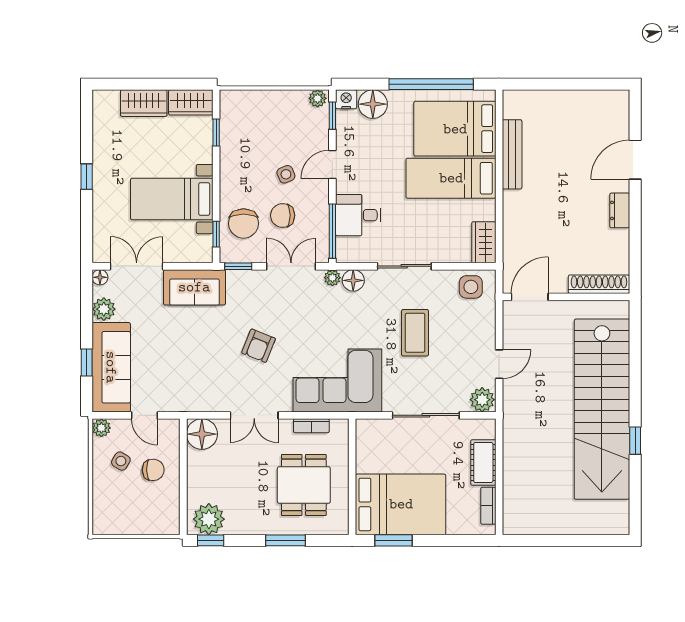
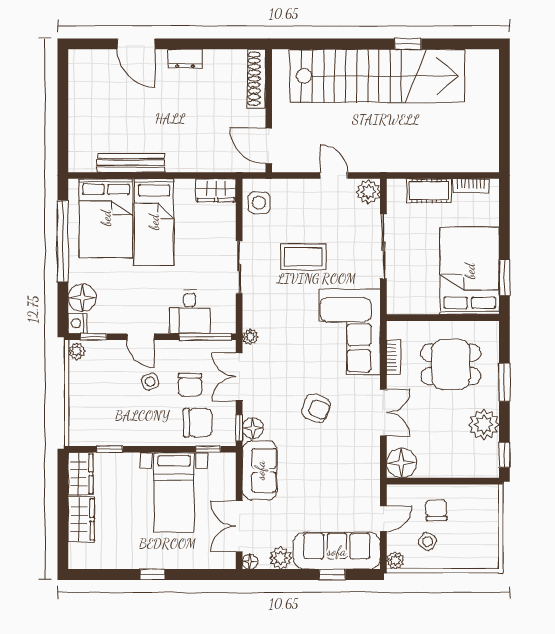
floor lamp: (353, 280) -> (253, 428), moved
plant: (209, 519) -> (484, 425), moved

